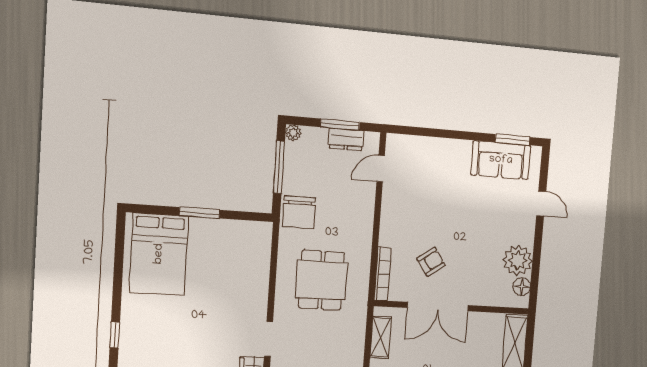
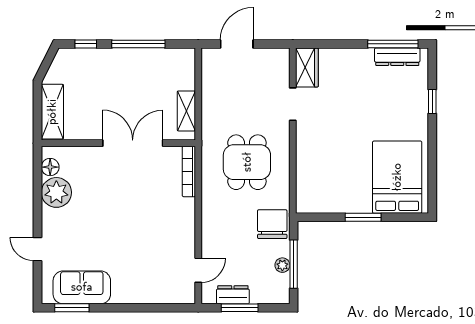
plant: (293, 133) -> (282, 265), moved
armchair: (431, 262) -> (143, 186), removed

